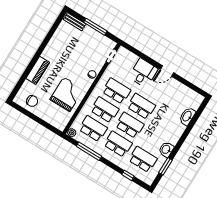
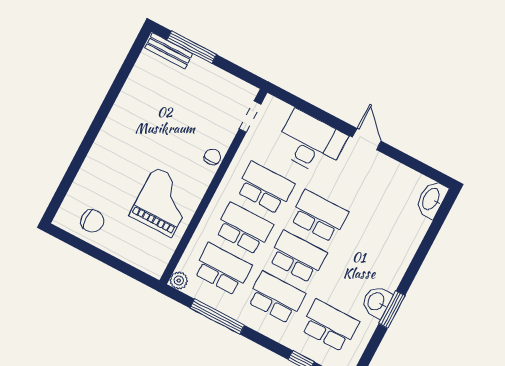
window: (95, 27) -> (192, 47), moved
piano: (38, 70) -> (100, 157), removed
door: (167, 71) -> (367, 139), swing flipped
desk: (143, 73) -> (311, 143), width x1.37
washbasin: (187, 116) -> (431, 199), moved
window: (166, 166) -> (392, 310), moved

